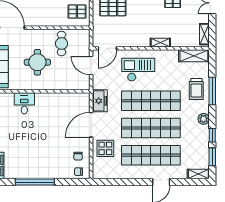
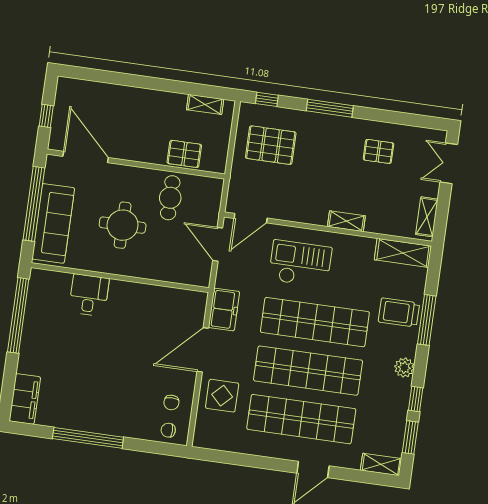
pallet: (77, 12) -> (184, 154), moved
trolley: (196, 89) -> (399, 312), turned 90

